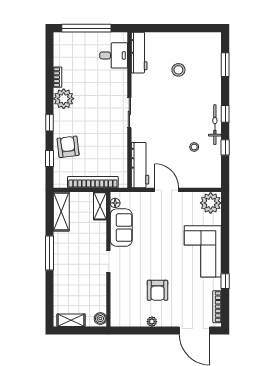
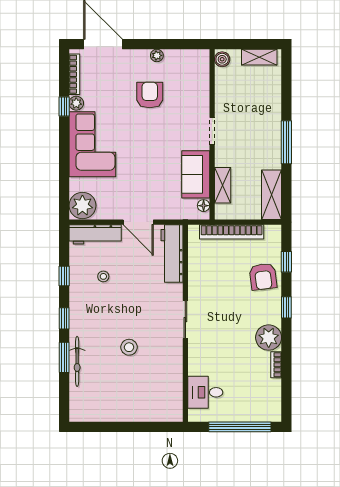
workbench: (139, 53) -> (95, 234), moved, turned -90
window: (225, 65) -> (64, 357), moved
stool: (178, 70) -> (129, 347), moved
bicycle: (215, 125) -> (77, 361), moved
shelving: (100, 206) -> (223, 185), moved
plant: (216, 284) -> (76, 103), added

